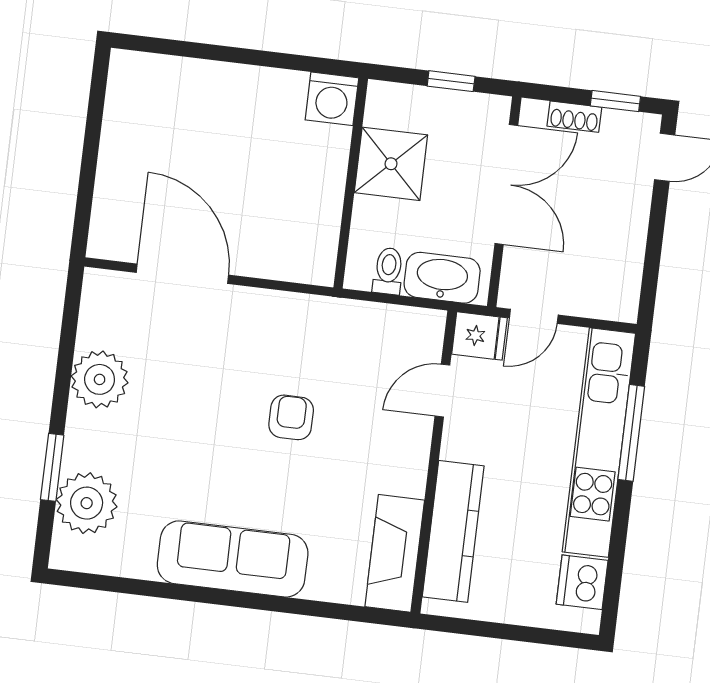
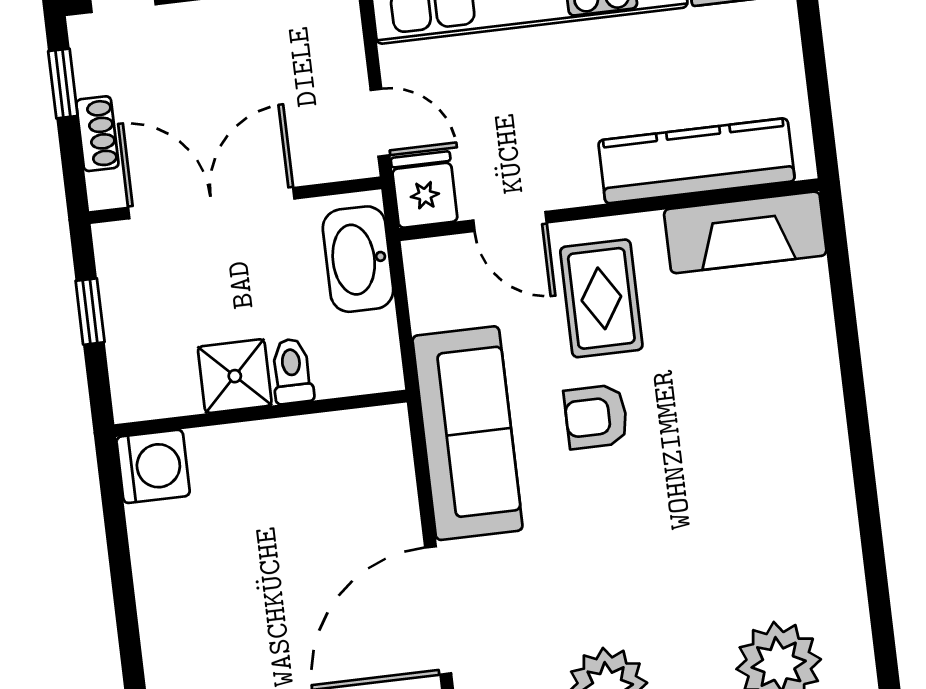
shower: (391, 164) -> (235, 376), width x0.73, depth x0.73
toilet: (388, 271) -> (292, 371), moved, turned 90
rug: (373, 441) -> (601, 298), added
sofa: (233, 559) -> (467, 433), moved, turned 180

